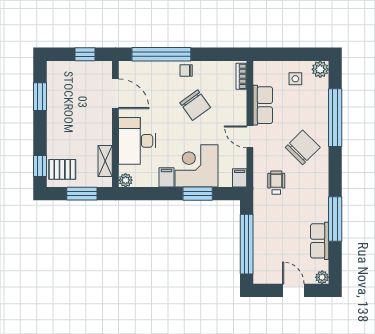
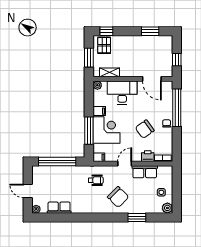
door: (115, 94) -> (152, 79), hinge flipped
printer: (238, 100) -> (148, 156), added
window: (335, 118) -> (137, 217), width x0.47
window: (198, 194) -> (89, 131), width x1.44
window: (335, 219) -> (73, 217), removed
door: (293, 290) -> (28, 191), swing flipped

